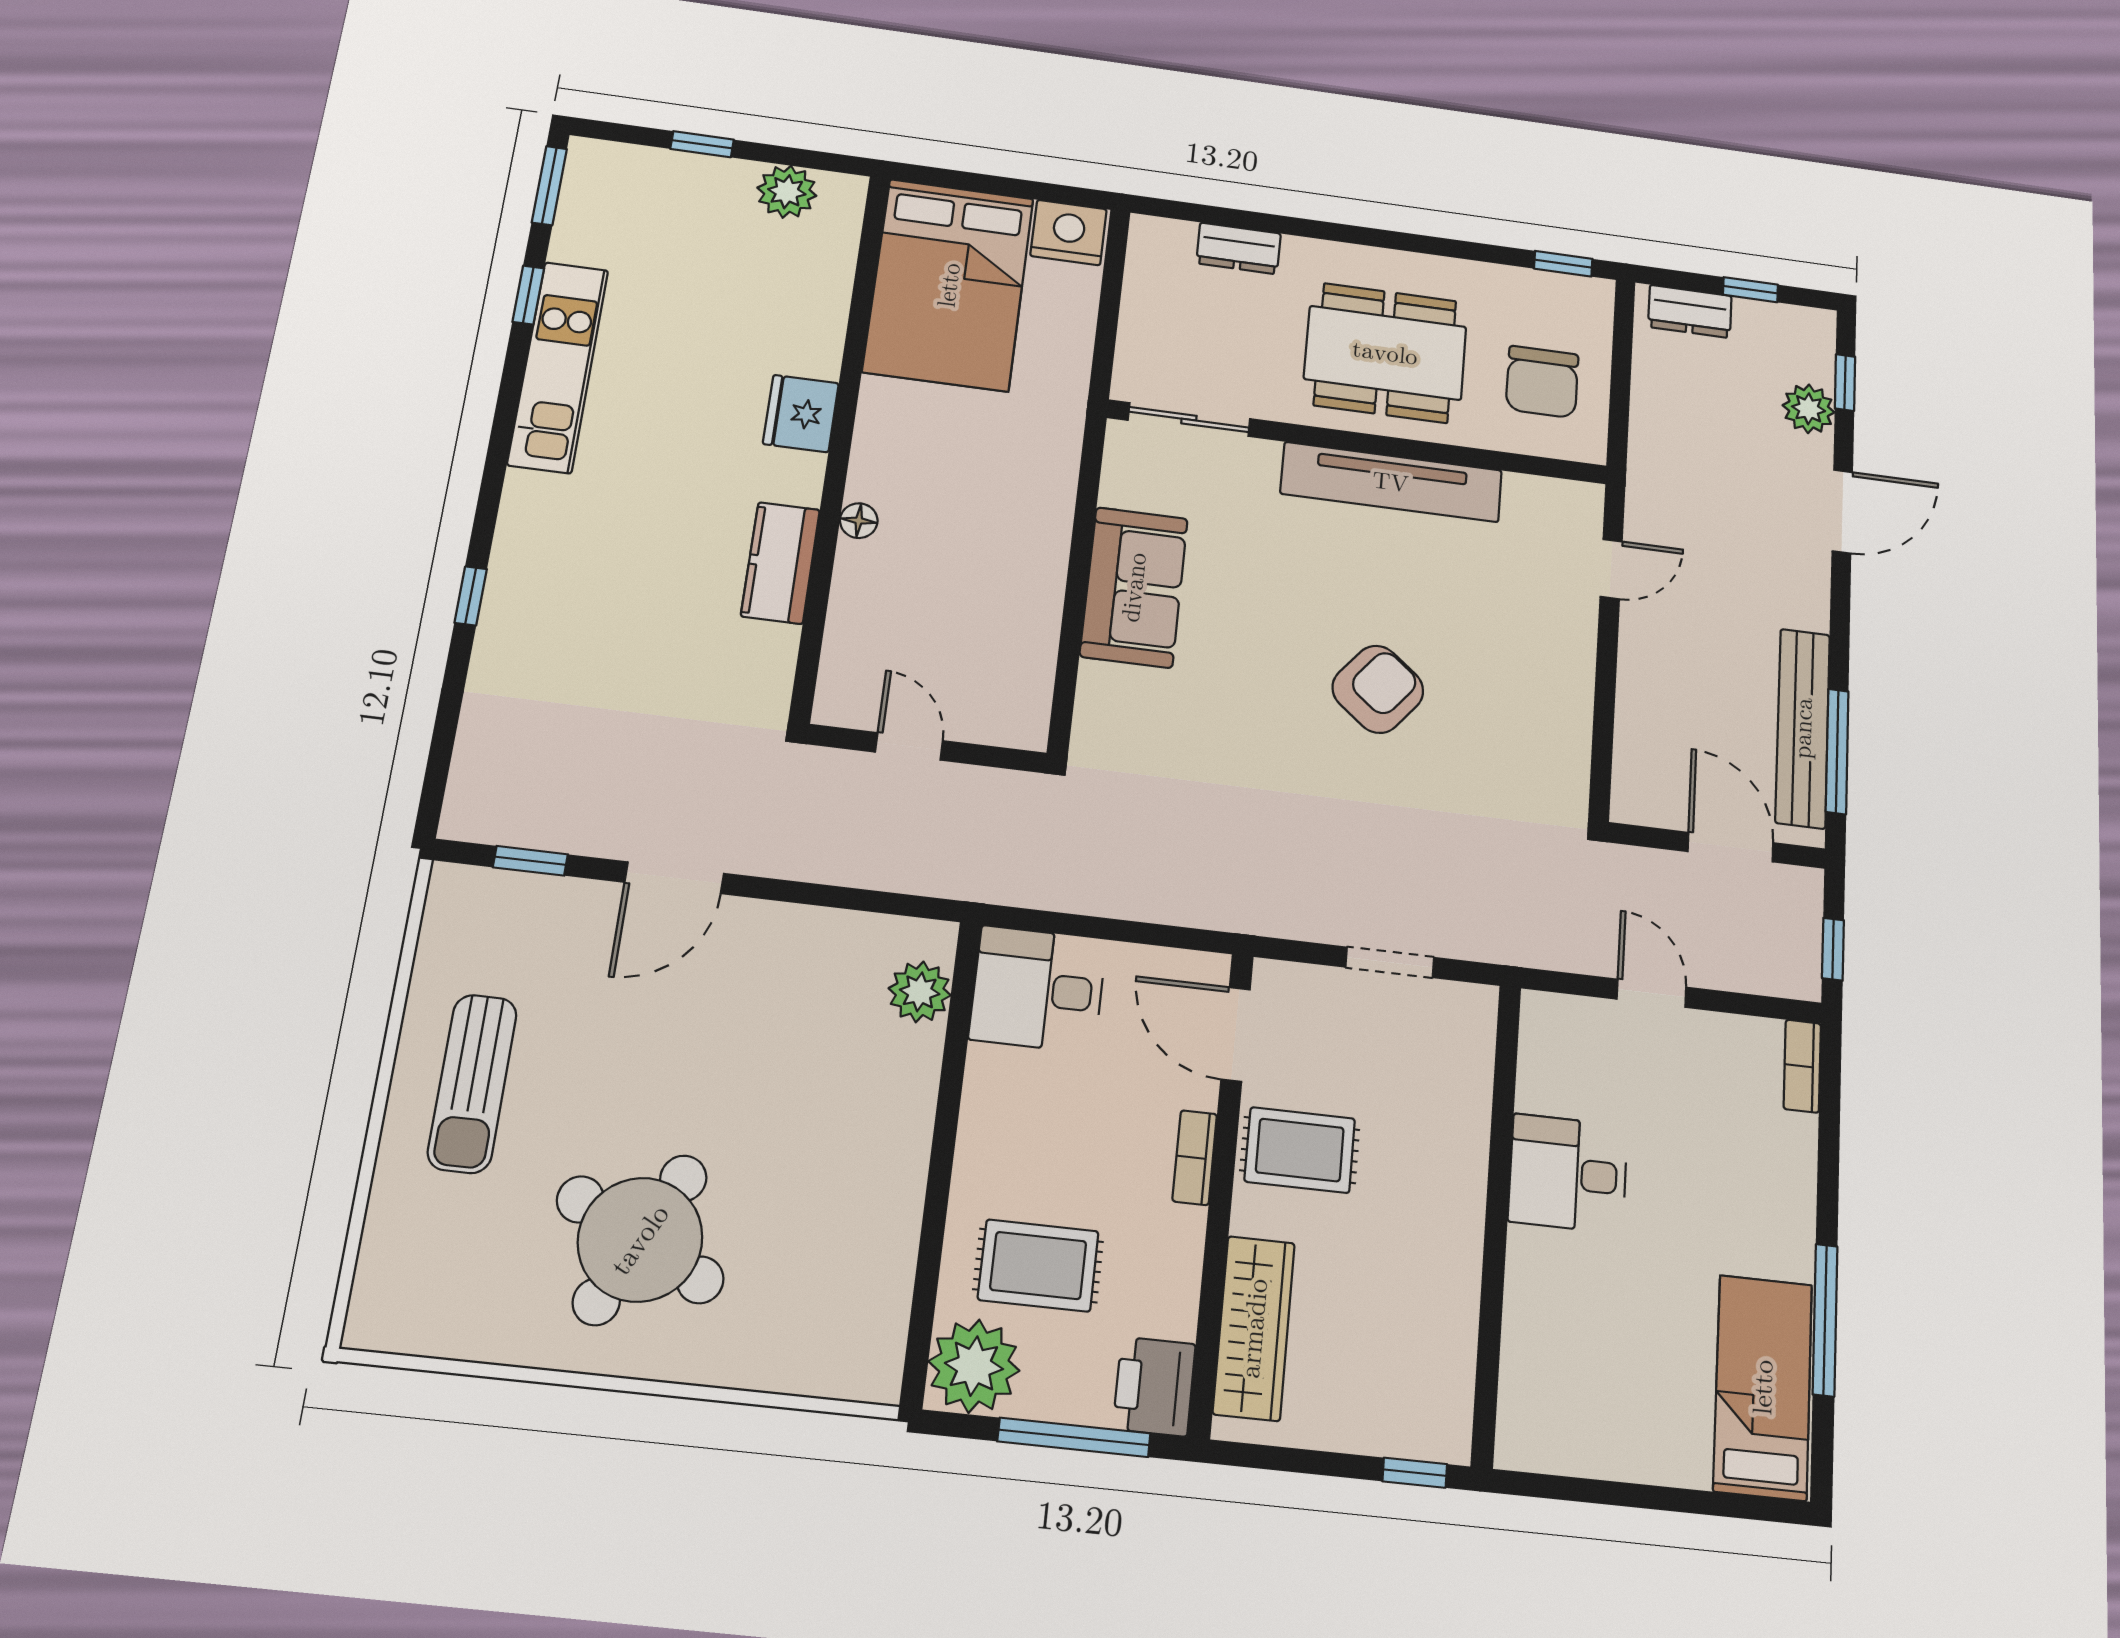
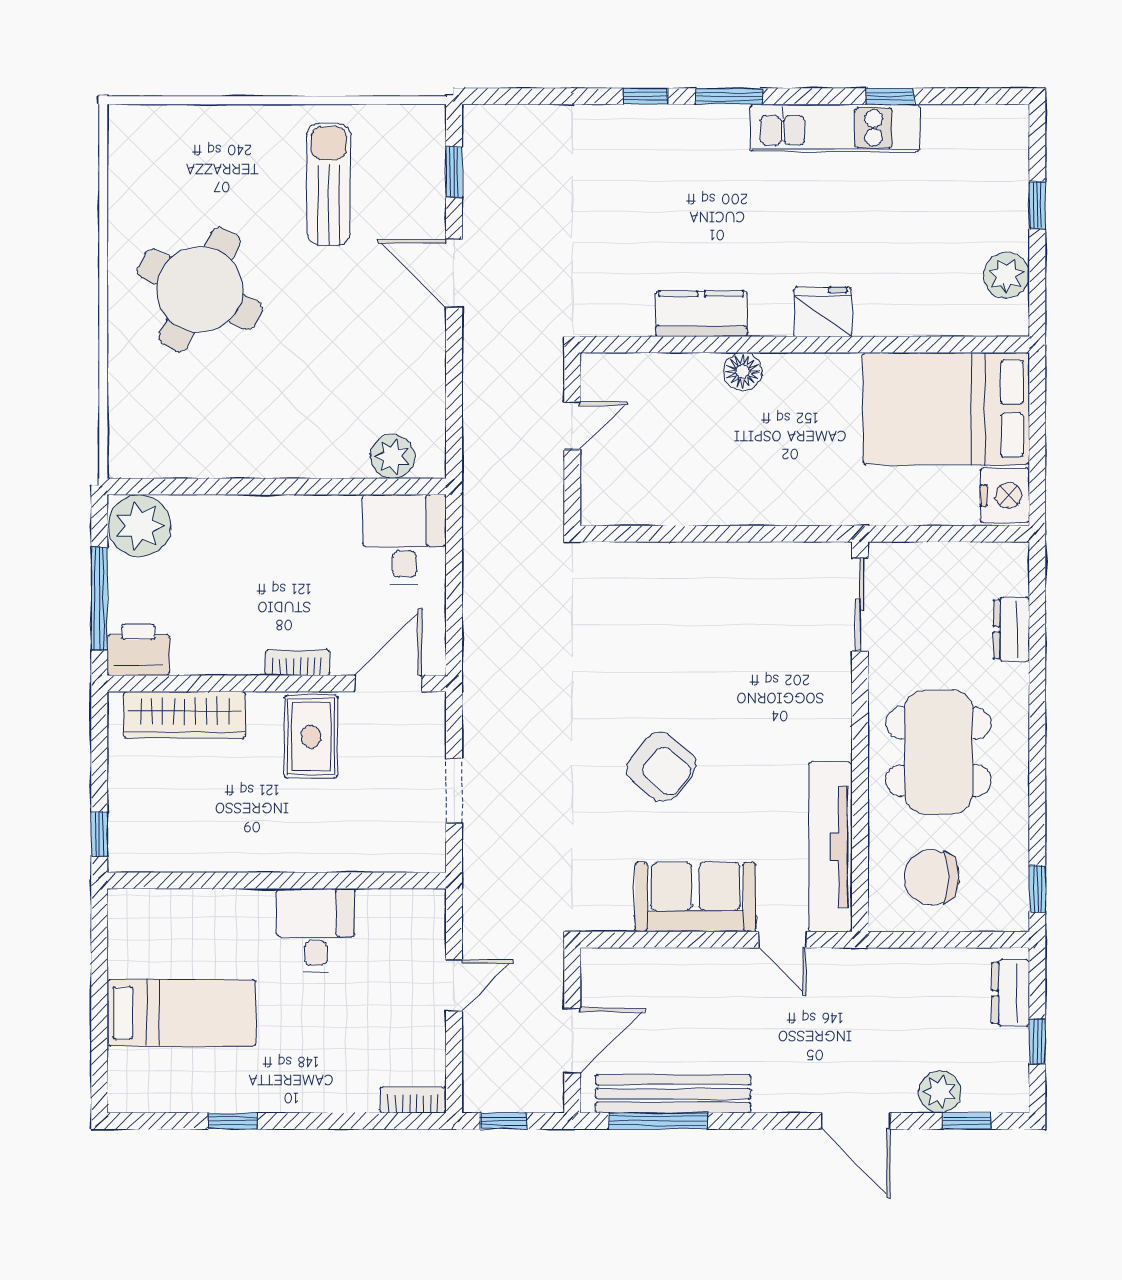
window: (549, 186) -> (729, 96), moved
tv unit: (1391, 482) -> (830, 847), moved
floor lamp: (859, 521) -> (743, 372), width x1.37, depth x1.37
sofa: (1134, 587) -> (695, 897), moved, turned 180
sun lounger: (472, 1083) -> (329, 184), moved, turned 90
rug: (1038, 1265) -> (211, 562), removed
window: (1825, 1320) -> (233, 1121), width x0.46
bed: (1763, 1387) -> (182, 1013), moved

